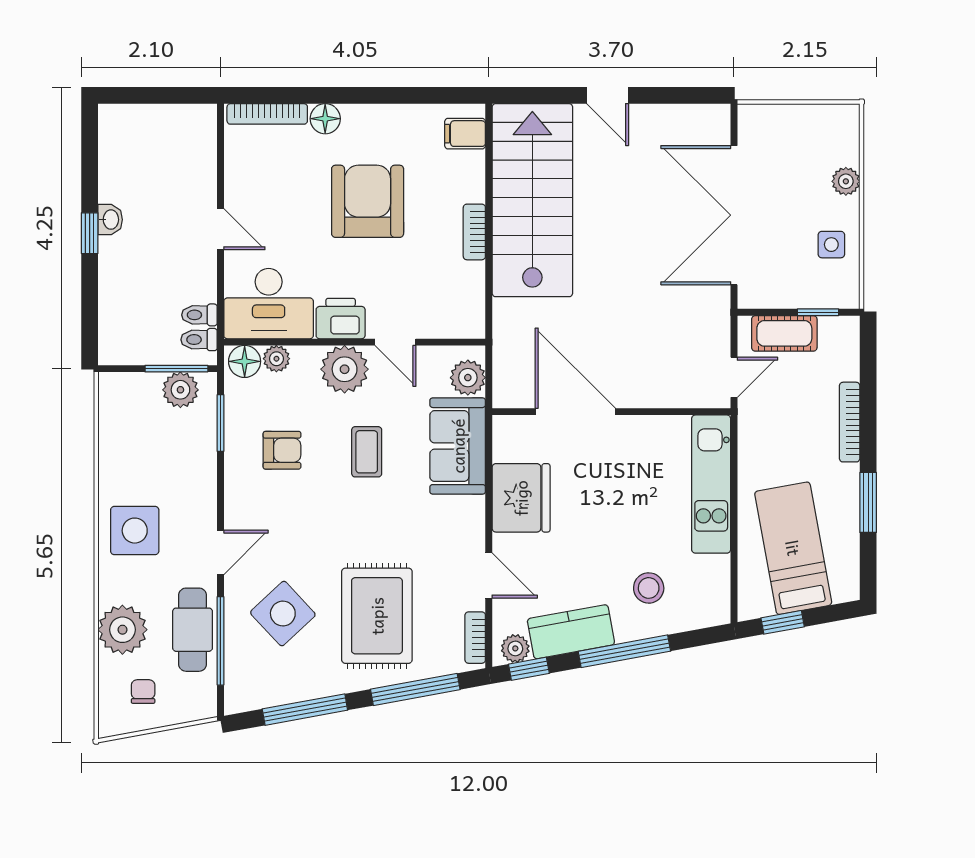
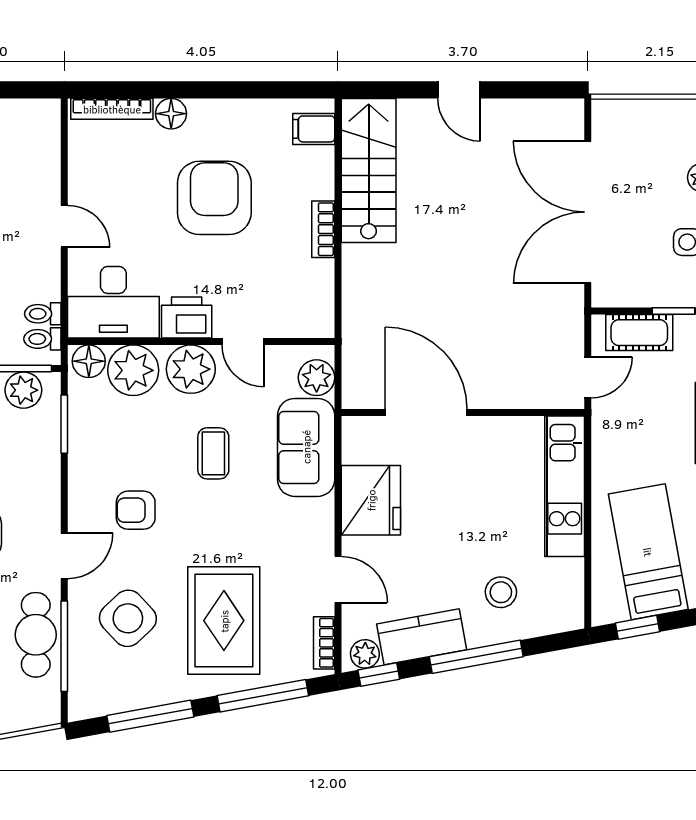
stairs: (532, 200) -> (369, 171), width x0.73, depth x0.66
plant: (276, 359) -> (133, 370), width x1.88, depth x1.88
armchair: (282, 450) -> (136, 510), moved, turned 180

